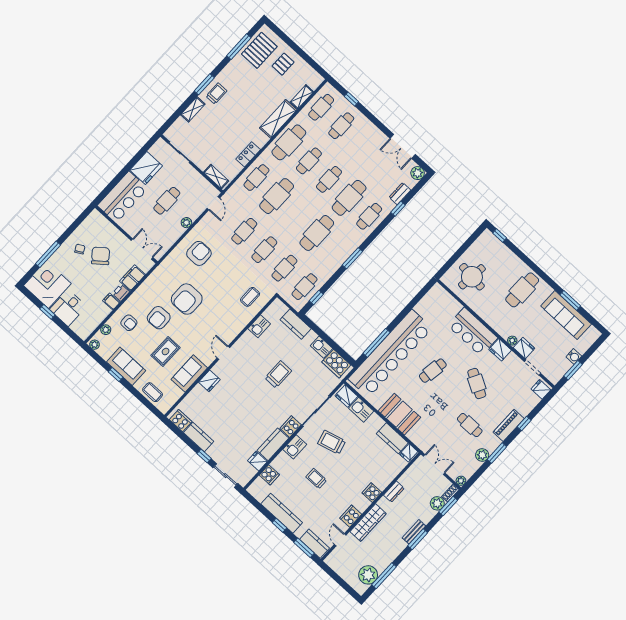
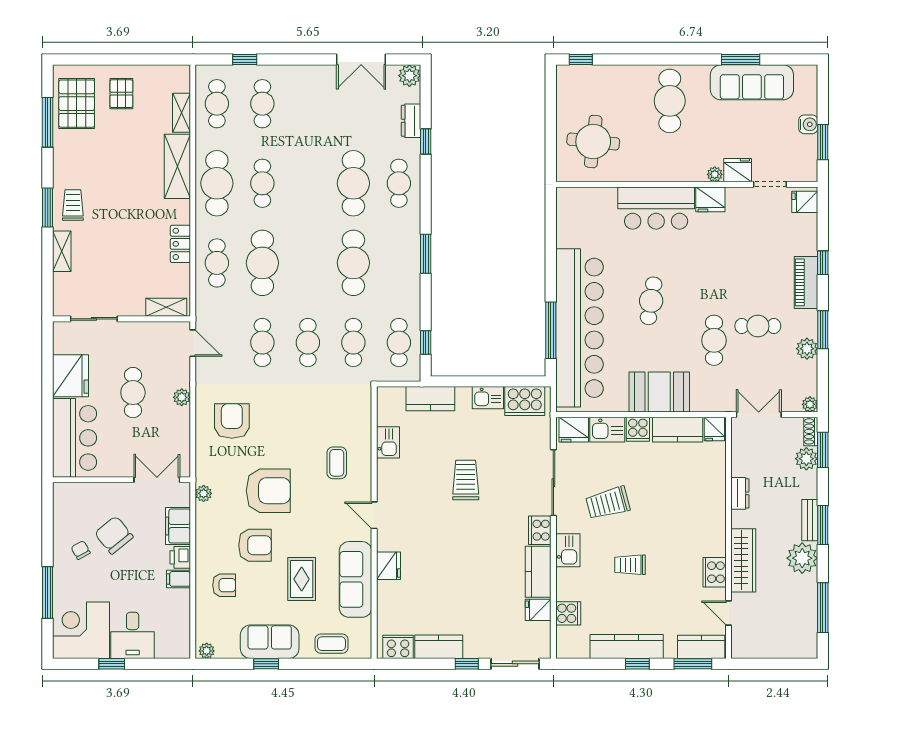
cafe table: (329, 179) -> (308, 183), removed
coffee table: (250, 297) -> (337, 463), moved
armchair: (187, 299) -> (268, 491), turned -90
armchair: (159, 318) -> (255, 545), turned -88
plant: (106, 330) -> (204, 493), moved
sofa: (189, 374) -> (355, 579), width x1.36
cafe table: (477, 384) -> (714, 340), moved, turned 61
cooker: (372, 493) -> (638, 429), moved, turned -90
plant: (368, 575) -> (802, 558), moved

